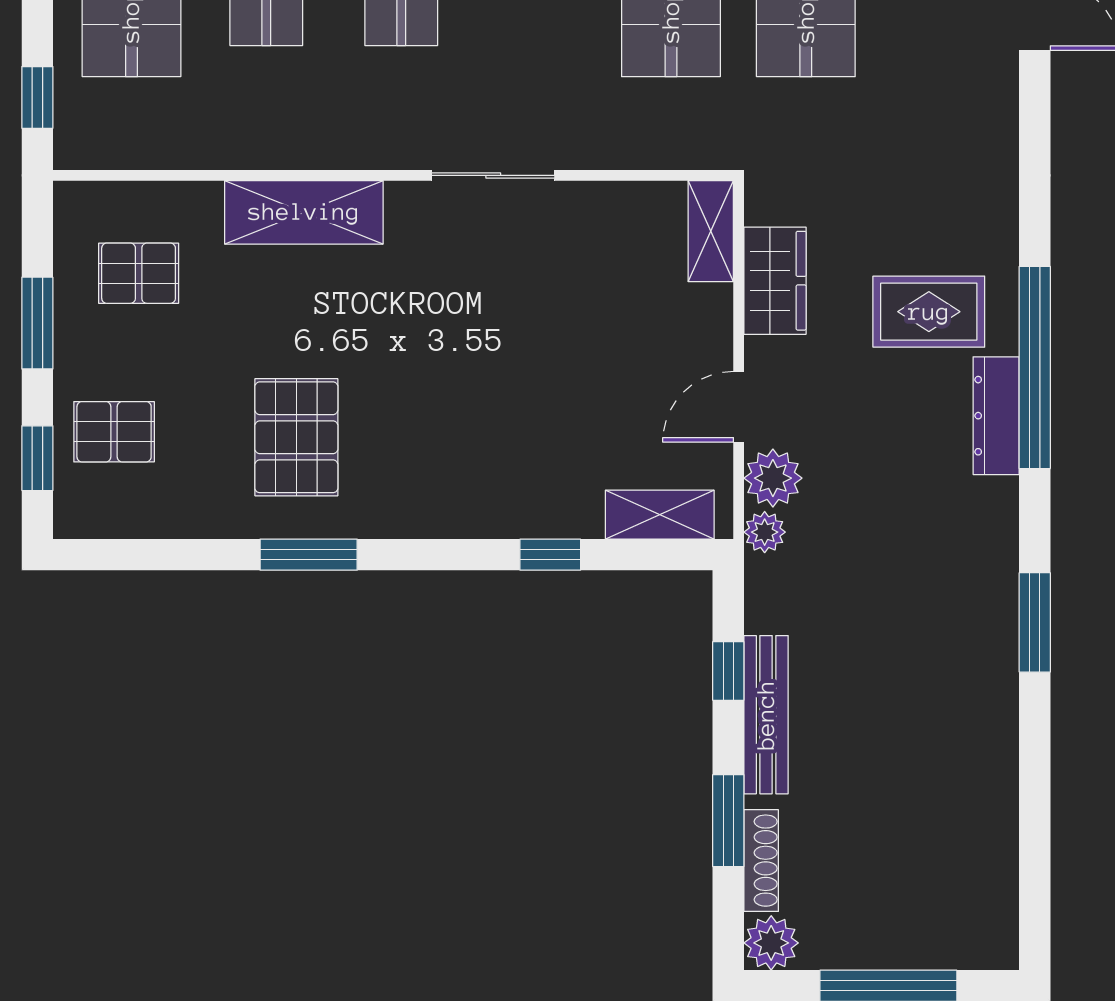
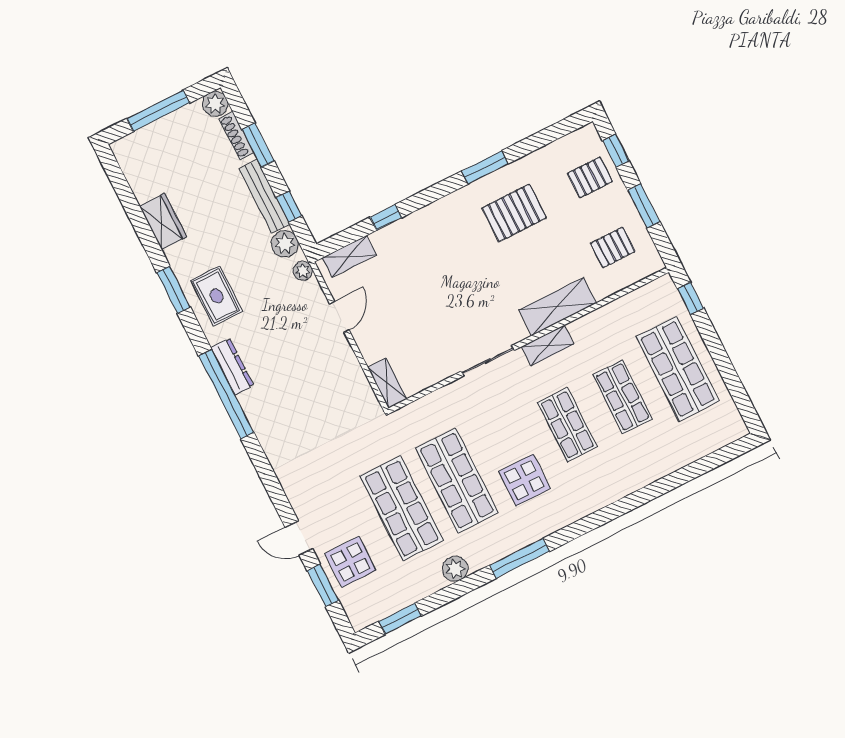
shelving: (362, 147) -> (548, 345), added
wardrobe: (775, 281) -> (163, 222), moved, turned 180
rug: (929, 312) -> (217, 296), moved, turned 90
pallet: (296, 437) -> (514, 213), turned 90
plant: (773, 478) -> (285, 244), moved

